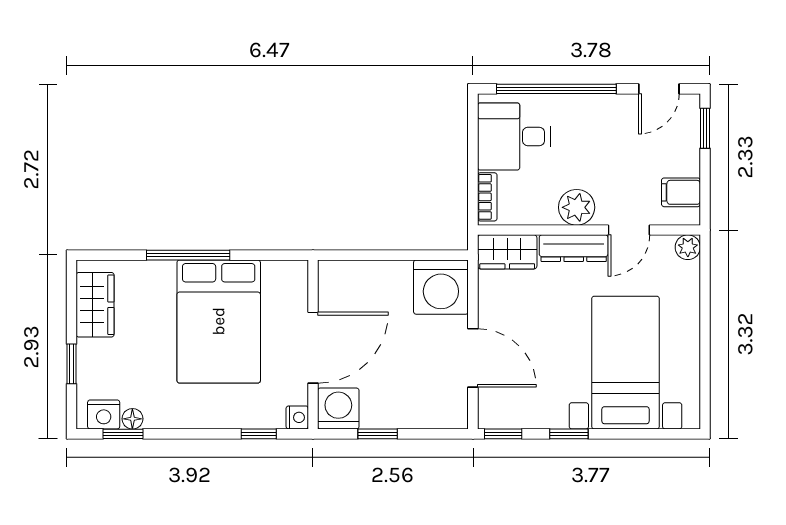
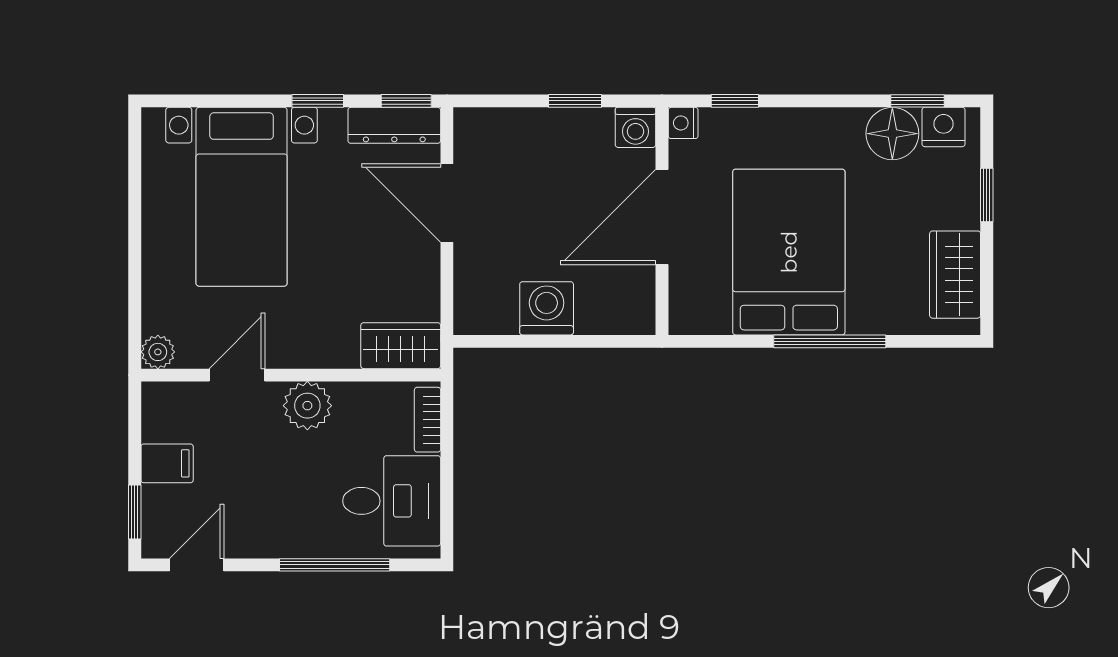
window: (556, 89) -> (335, 565), width x0.68
filing cabinet: (681, 192) -> (167, 463), moved
dresser: (574, 248) -> (394, 125), moved, turned 180
washing machine: (441, 287) -> (547, 308), moved, width x0.73, depth x0.73
washing machine: (338, 408) -> (635, 127), width x0.73, depth x0.73
floor lamp: (132, 419) -> (892, 134), width x1.89, depth x1.89

